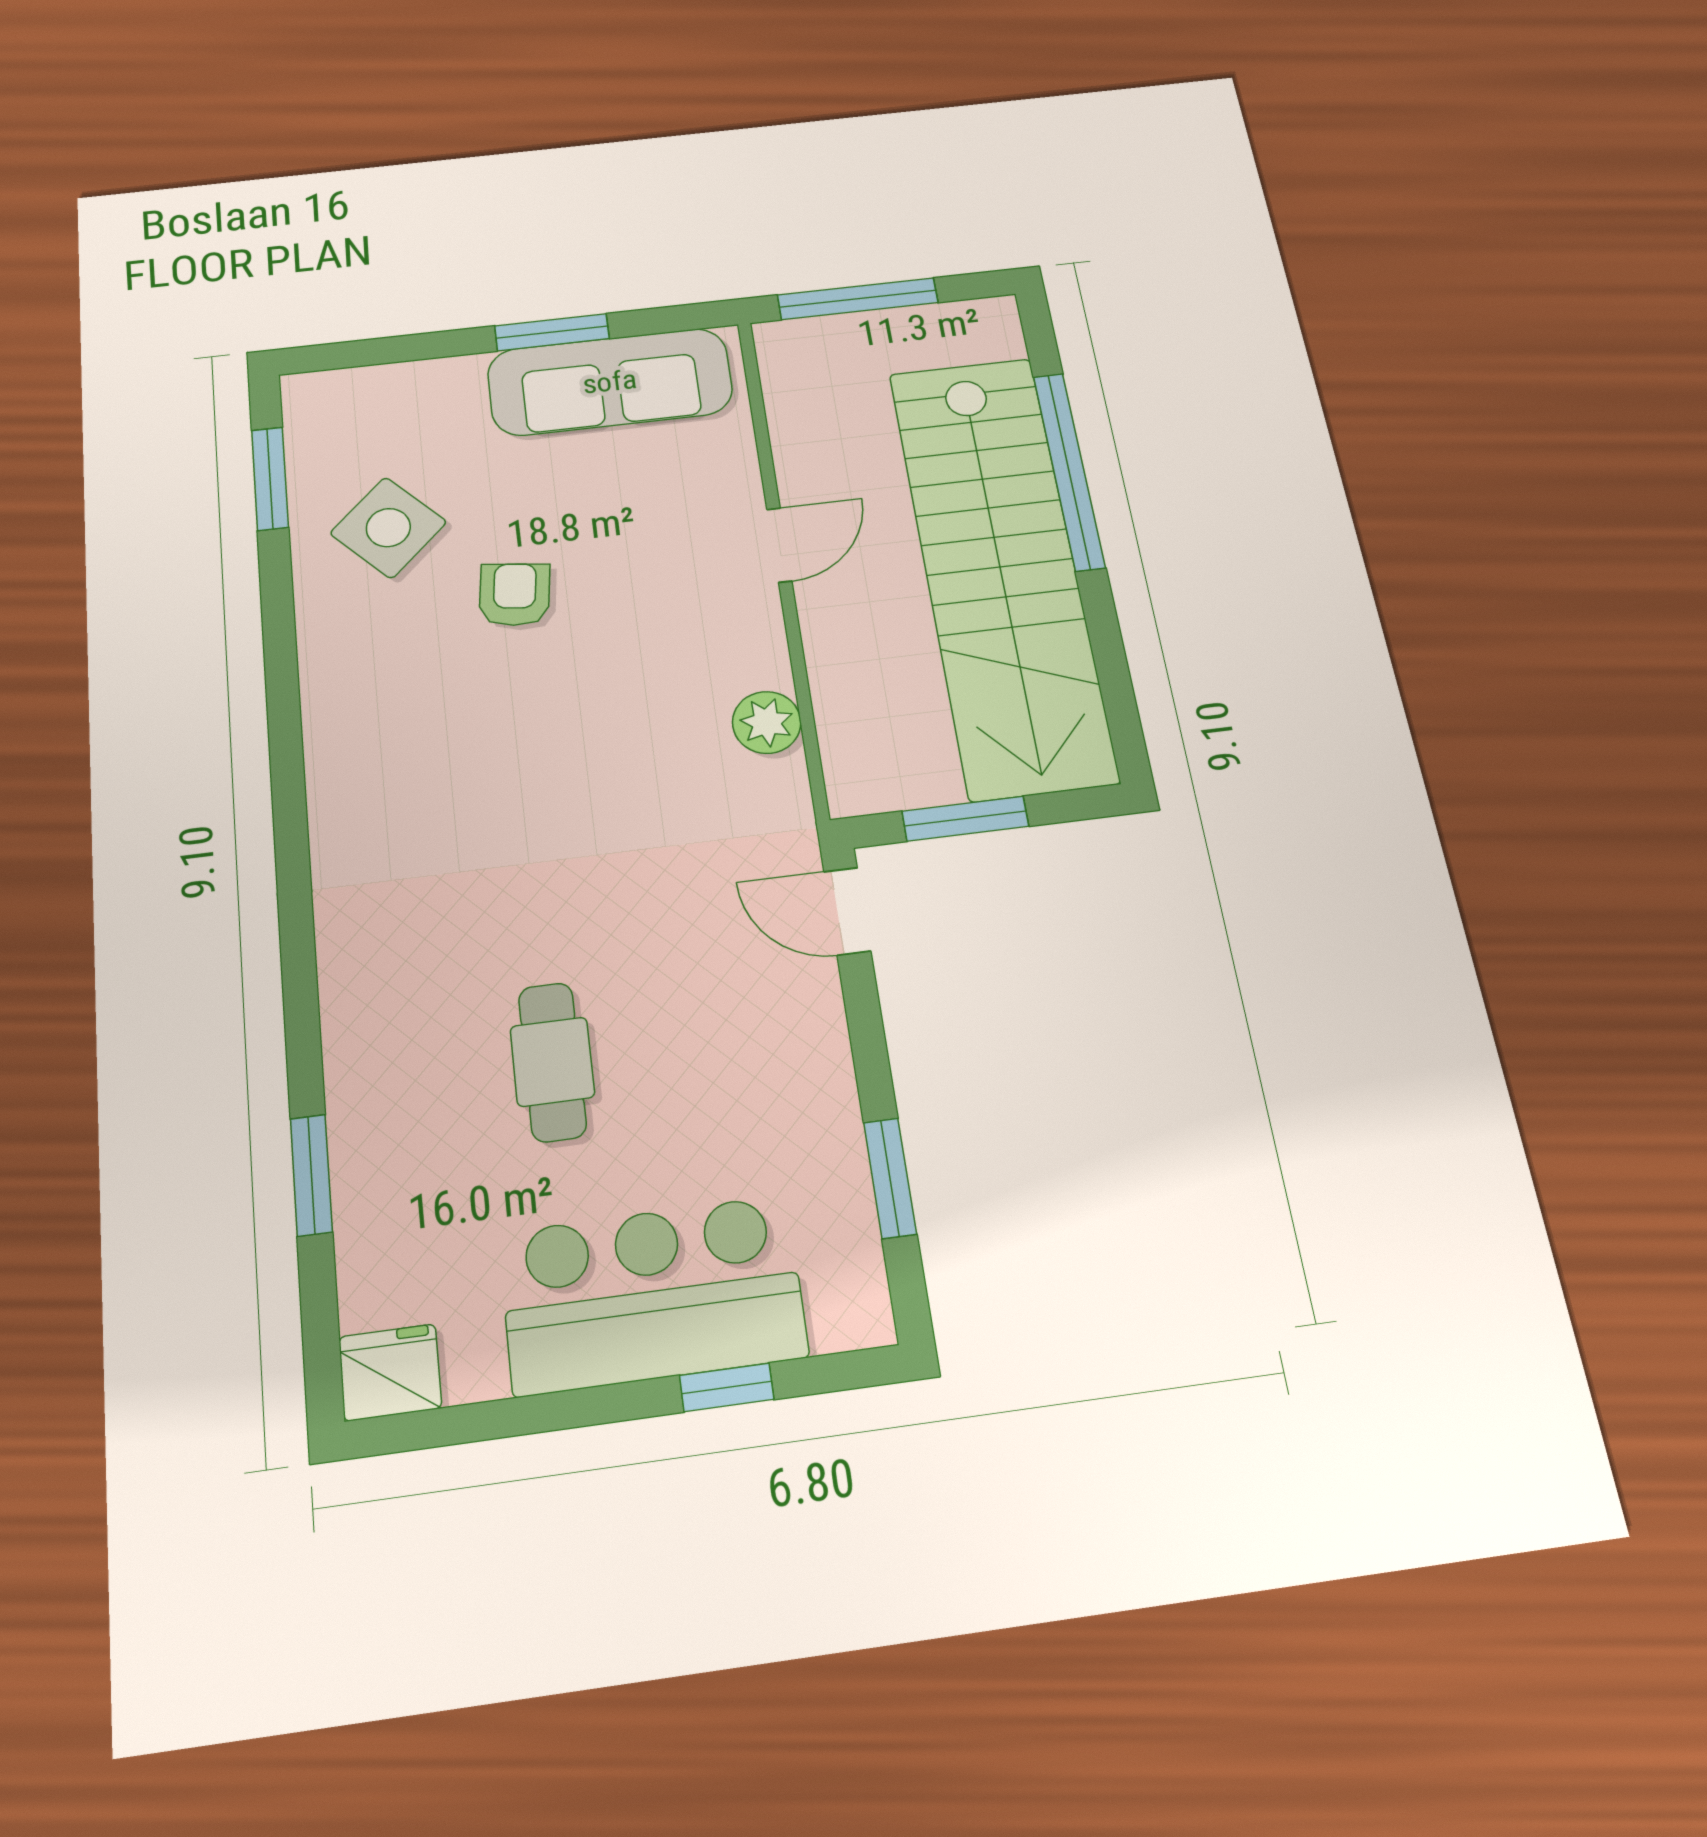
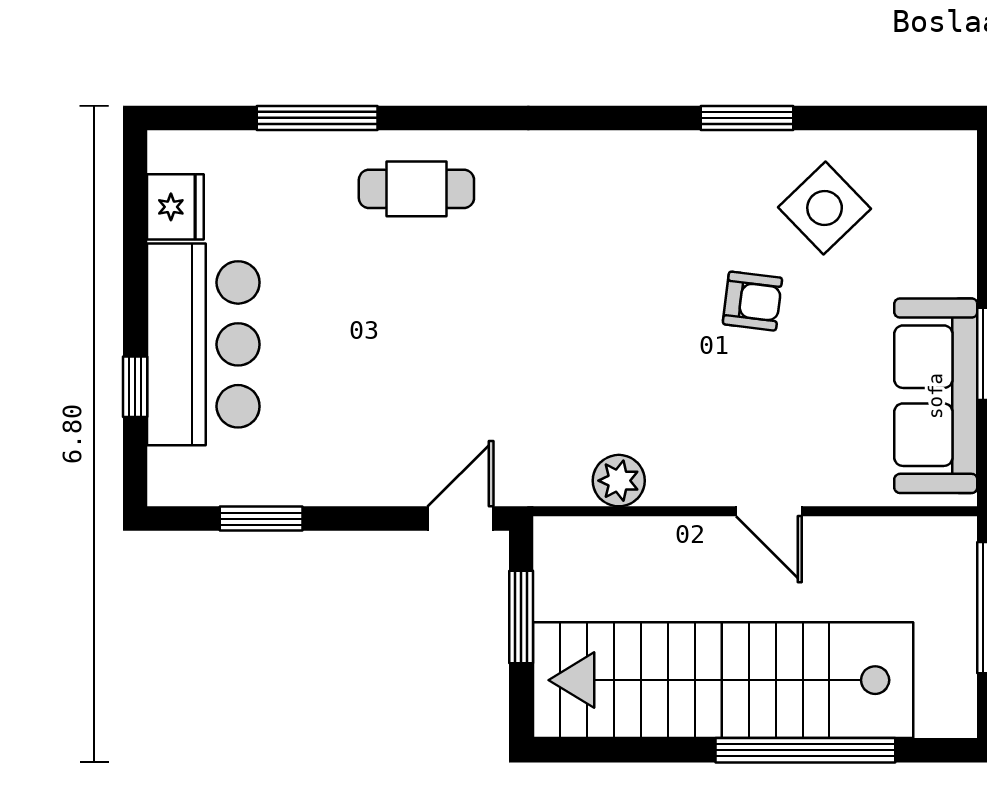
window: (270, 479) -> (747, 118), moved
cafe table: (552, 1062) -> (416, 189), moved
window: (311, 1175) -> (317, 118), width x1.44
fridge: (390, 1372) -> (175, 207), moved

